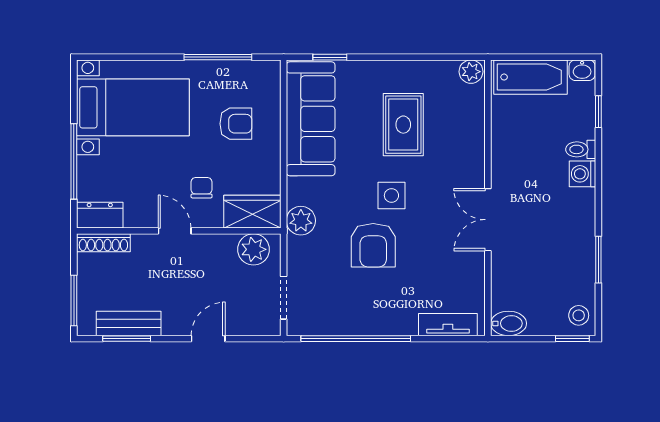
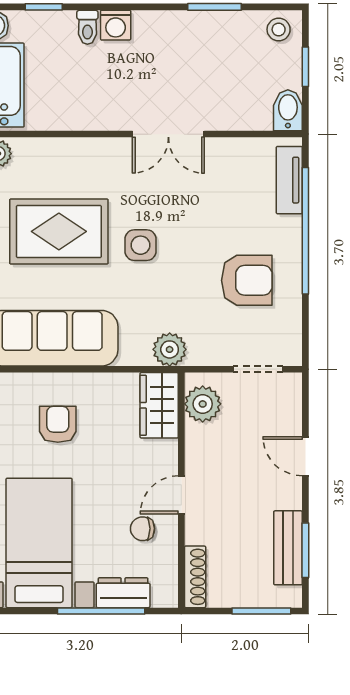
rug: (403, 125) -> (59, 231), width x1.36, depth x1.43
chair: (202, 188) -> (143, 529), moved
dresser: (100, 215) -> (123, 593), moved, turned 90
armchair: (373, 245) -> (247, 280), moved
window: (356, 339) -> (305, 231), moved
window: (572, 339) -> (305, 67), moved

